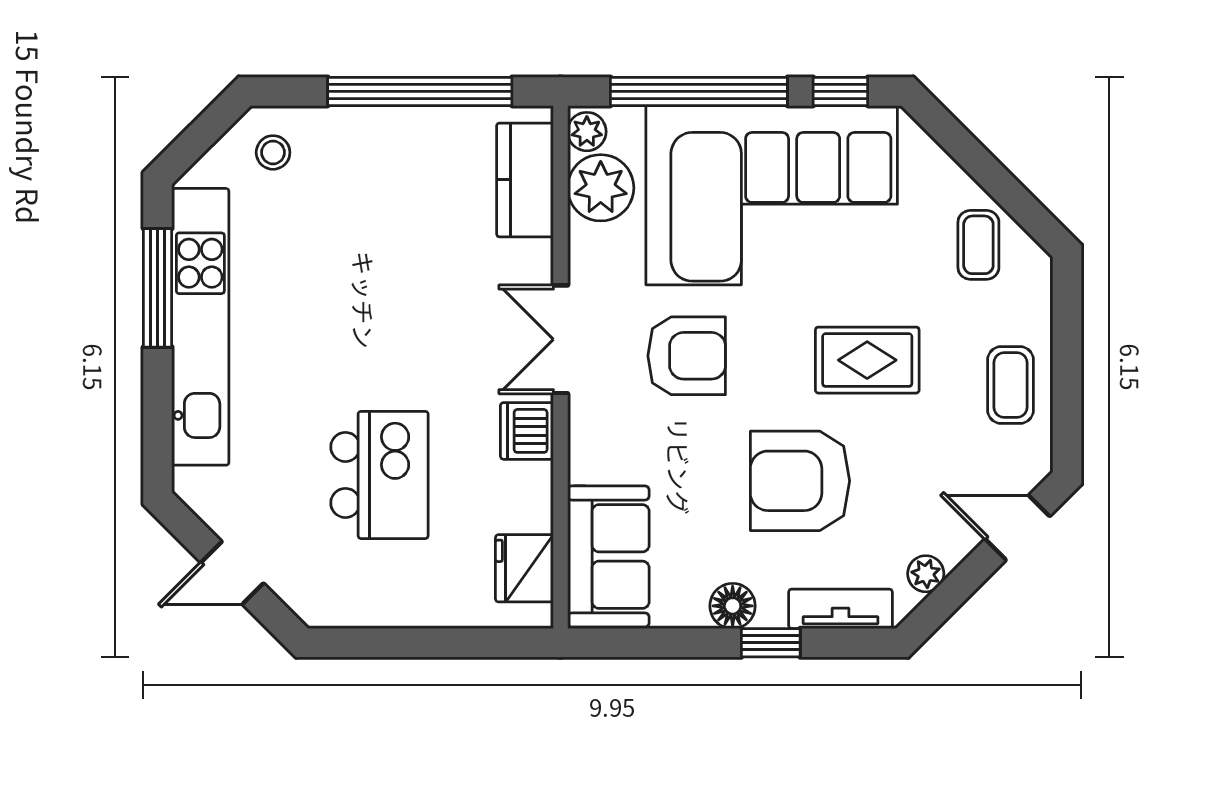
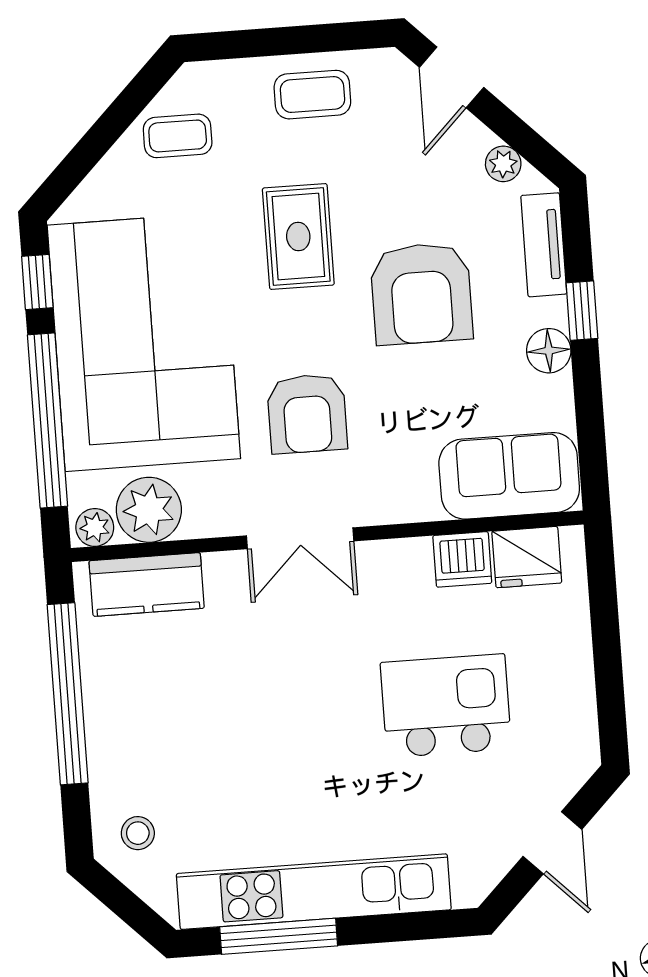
armchair: (687, 356) -> (307, 414), turned 180
dishwasher: (527, 431) -> (462, 559), moved

